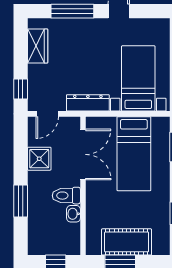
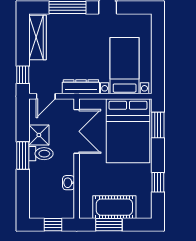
wardrobe: (38, 46) -> (37, 38), width x1.50
bed: (134, 154) -> (128, 131), width x1.50
toilet: (66, 196) -> (41, 154), moved, turned 180
window: (21, 201) -> (23, 155), moved

